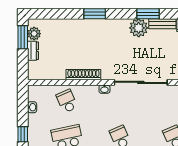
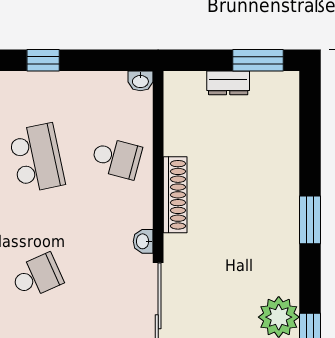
plant: (34, 34) -> (266, 86), removed
school desk: (67, 101) -> (116, 158), turned 39
washbasin: (32, 107) -> (140, 81), moved

